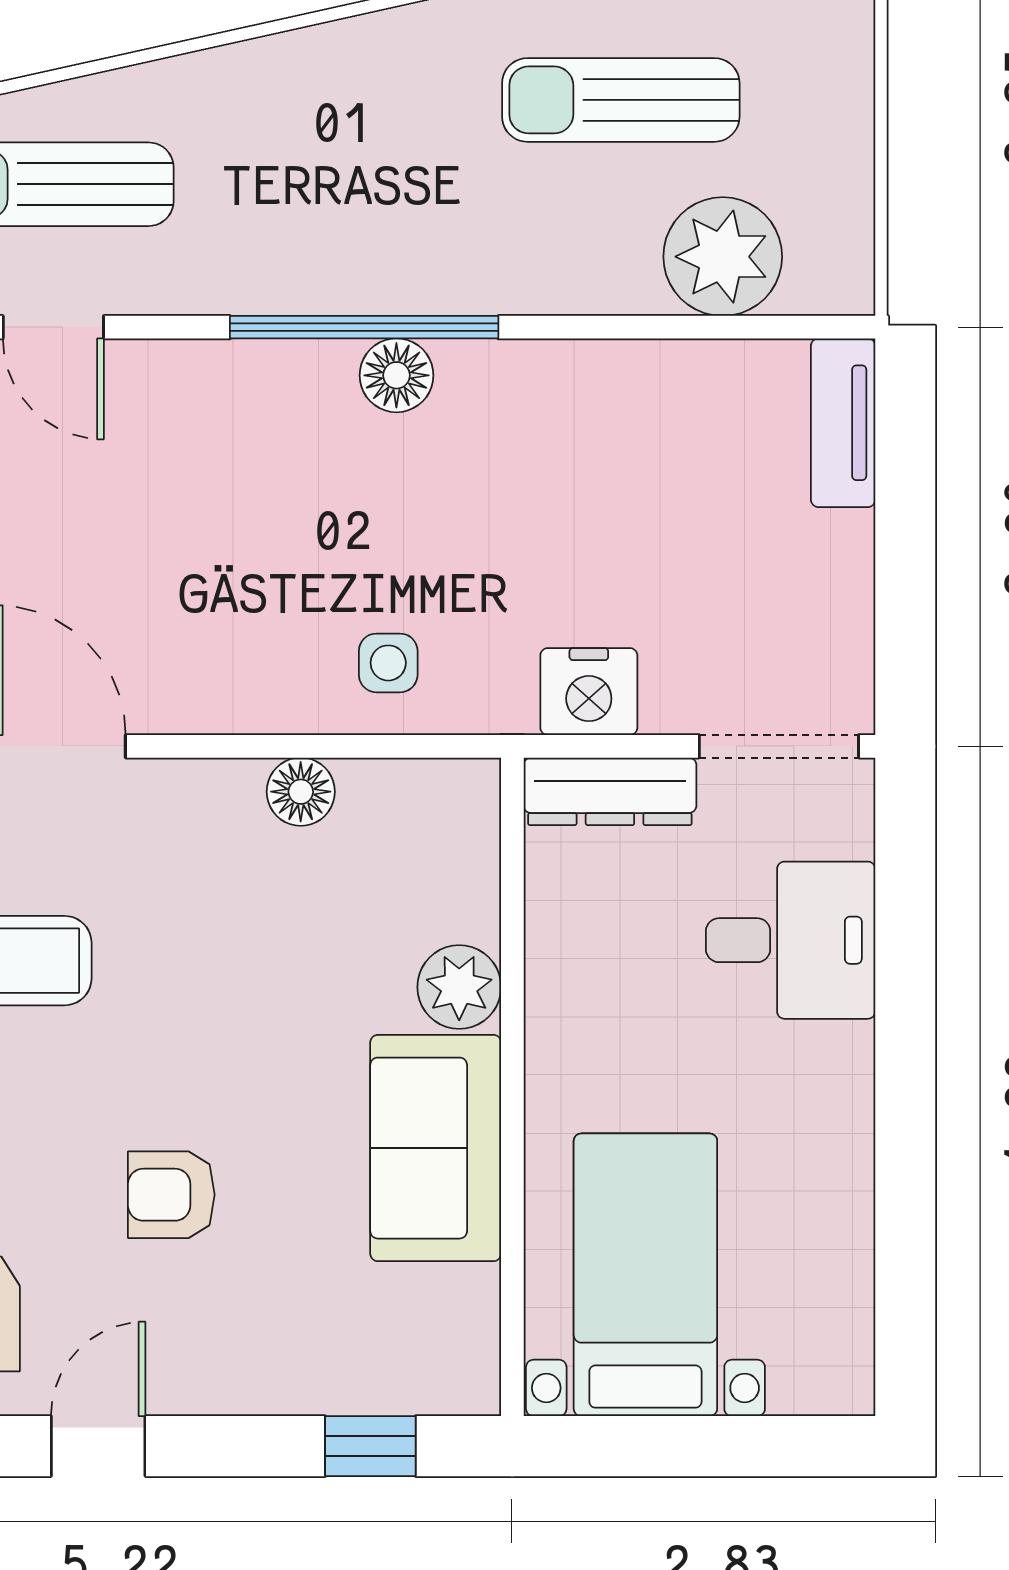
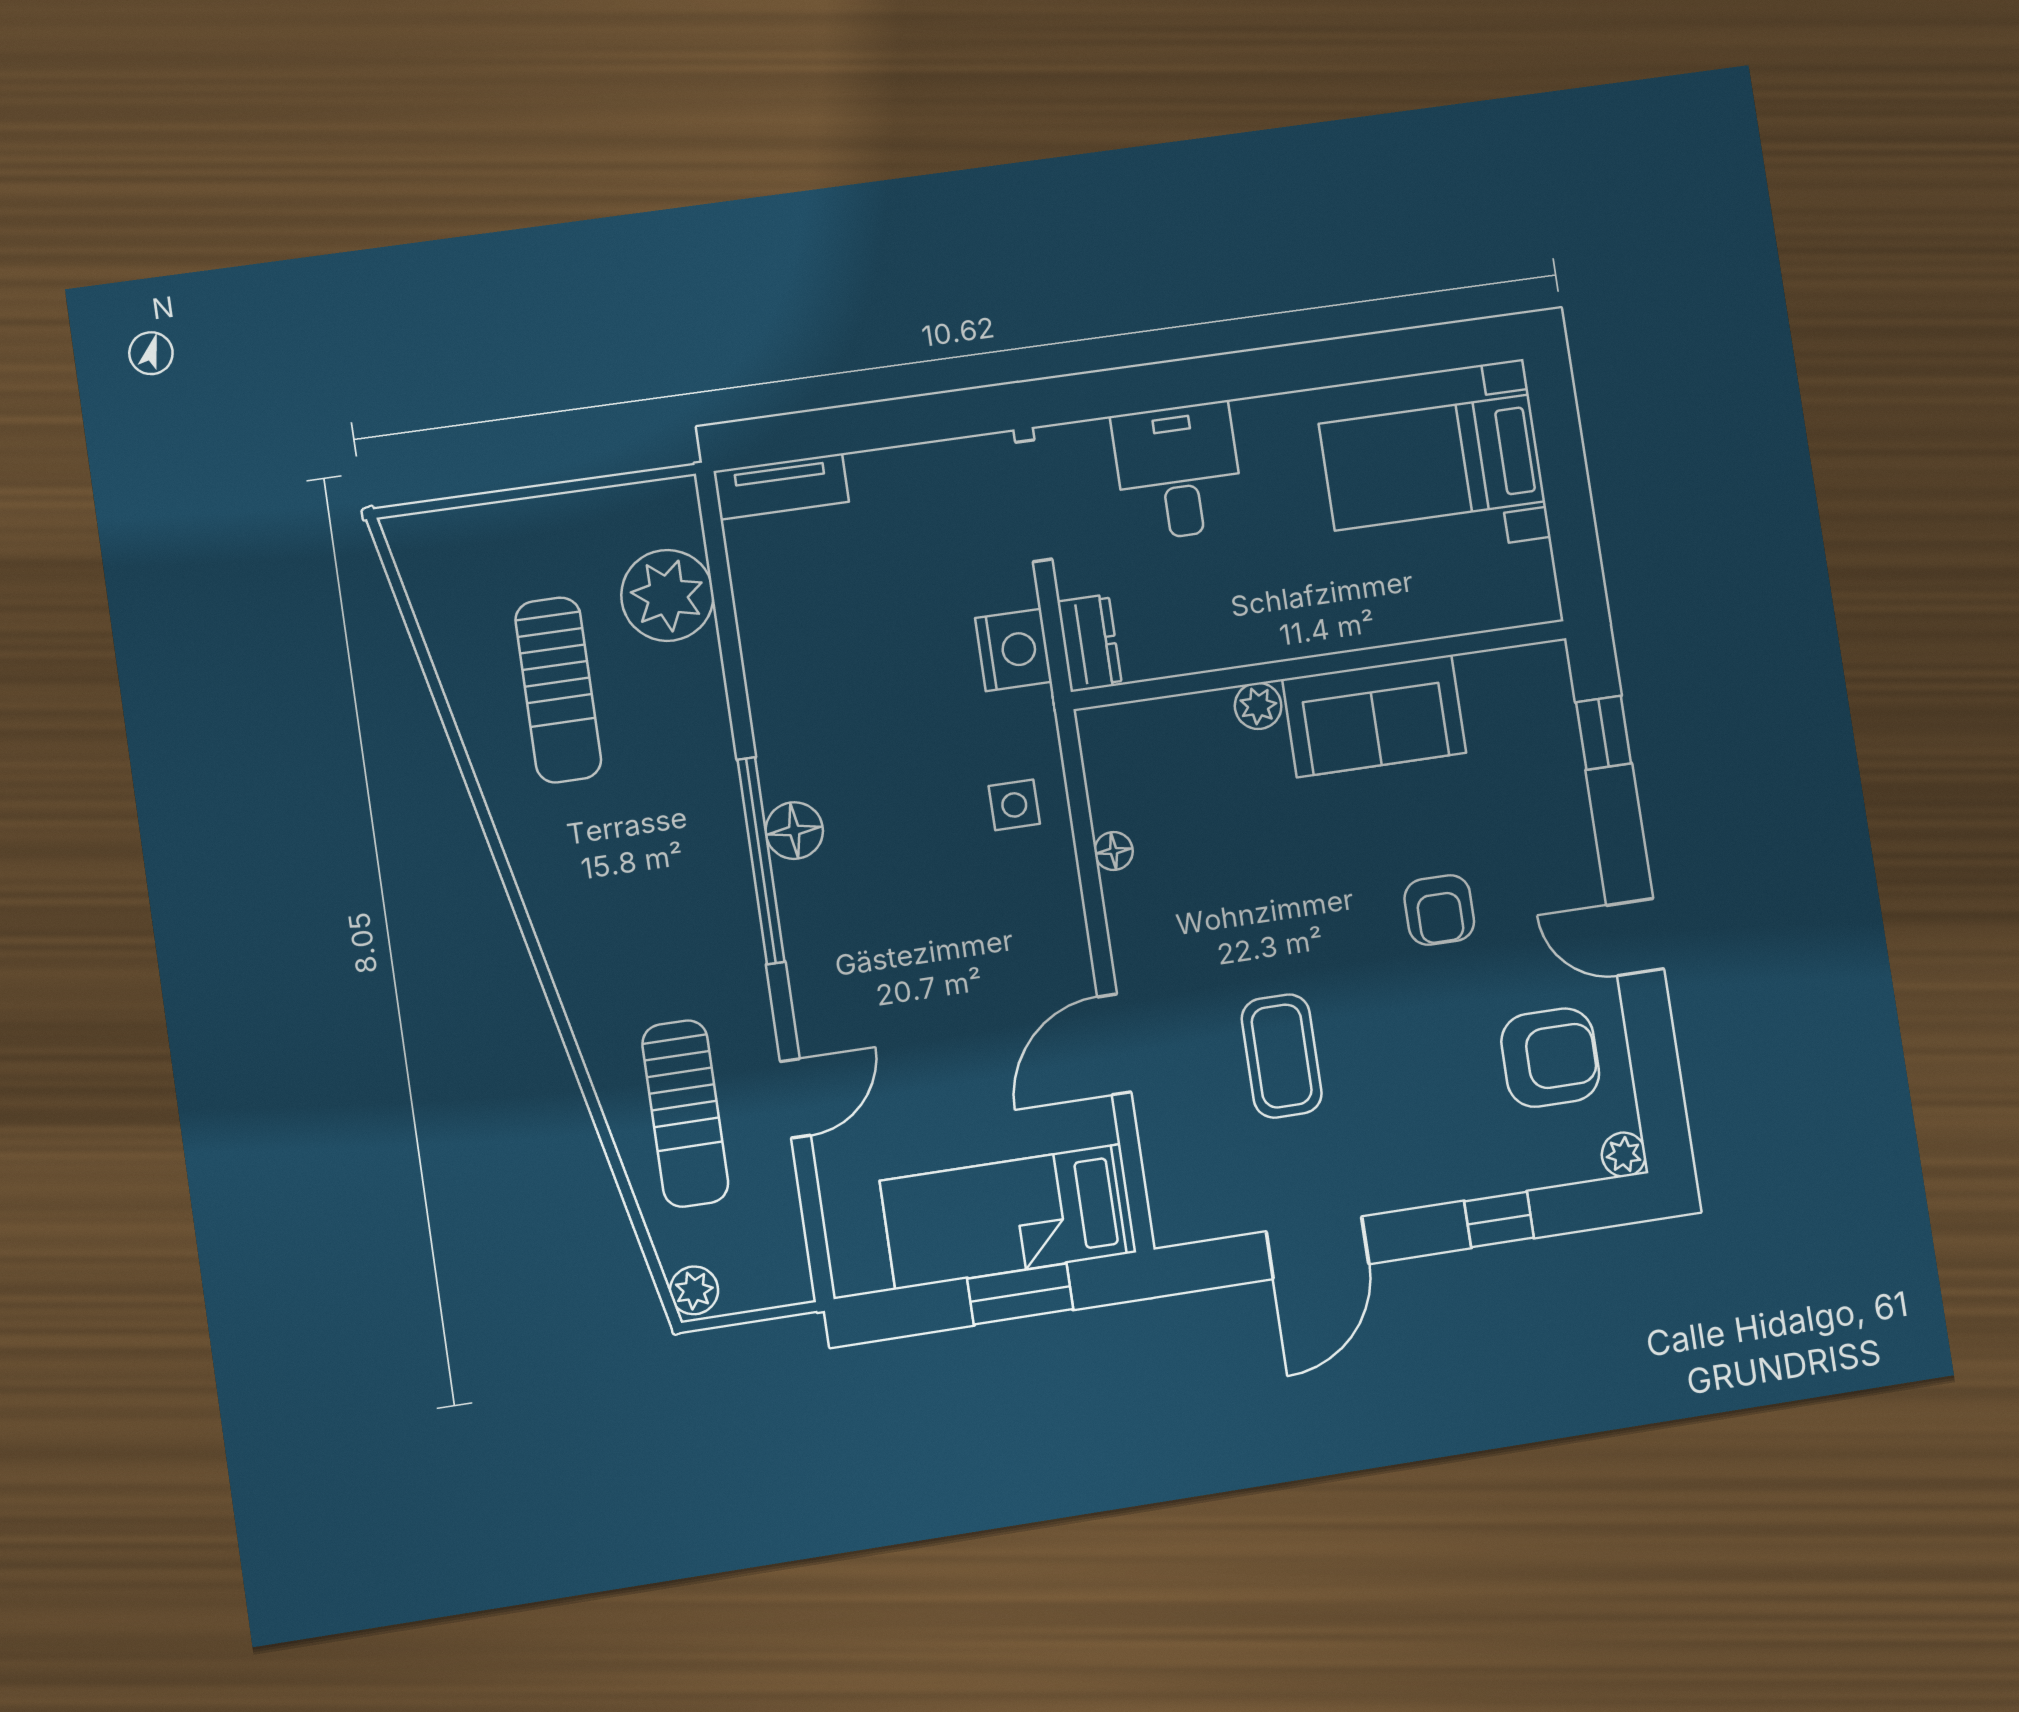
dresser: (610, 791) -> (1090, 643), width x0.70
floor lamp: (301, 792) -> (1114, 851), width x0.73, depth x0.73
plant: (459, 987) -> (1258, 706), width x0.73, depth x0.73
bed with nightstands: (645, 1275) -> (1432, 463), moved

